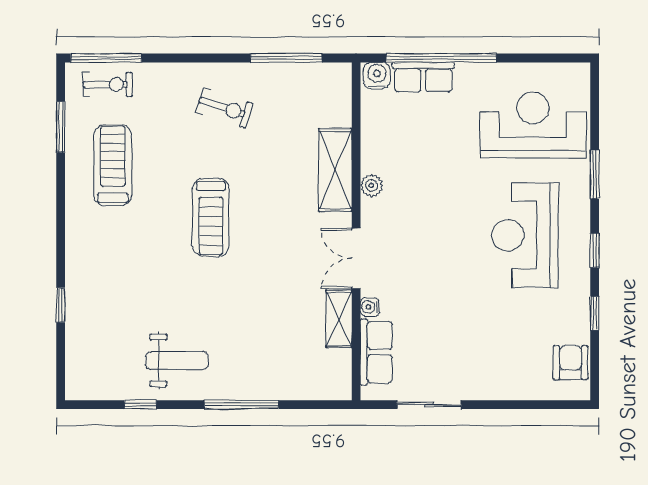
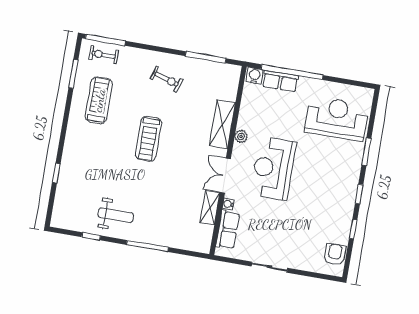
exercise bike: (108, 84) -> (104, 55), turned 180
reception desk: (525, 235) -> (273, 168), moved
sliding door: (429, 405) -> (269, 267), moved

